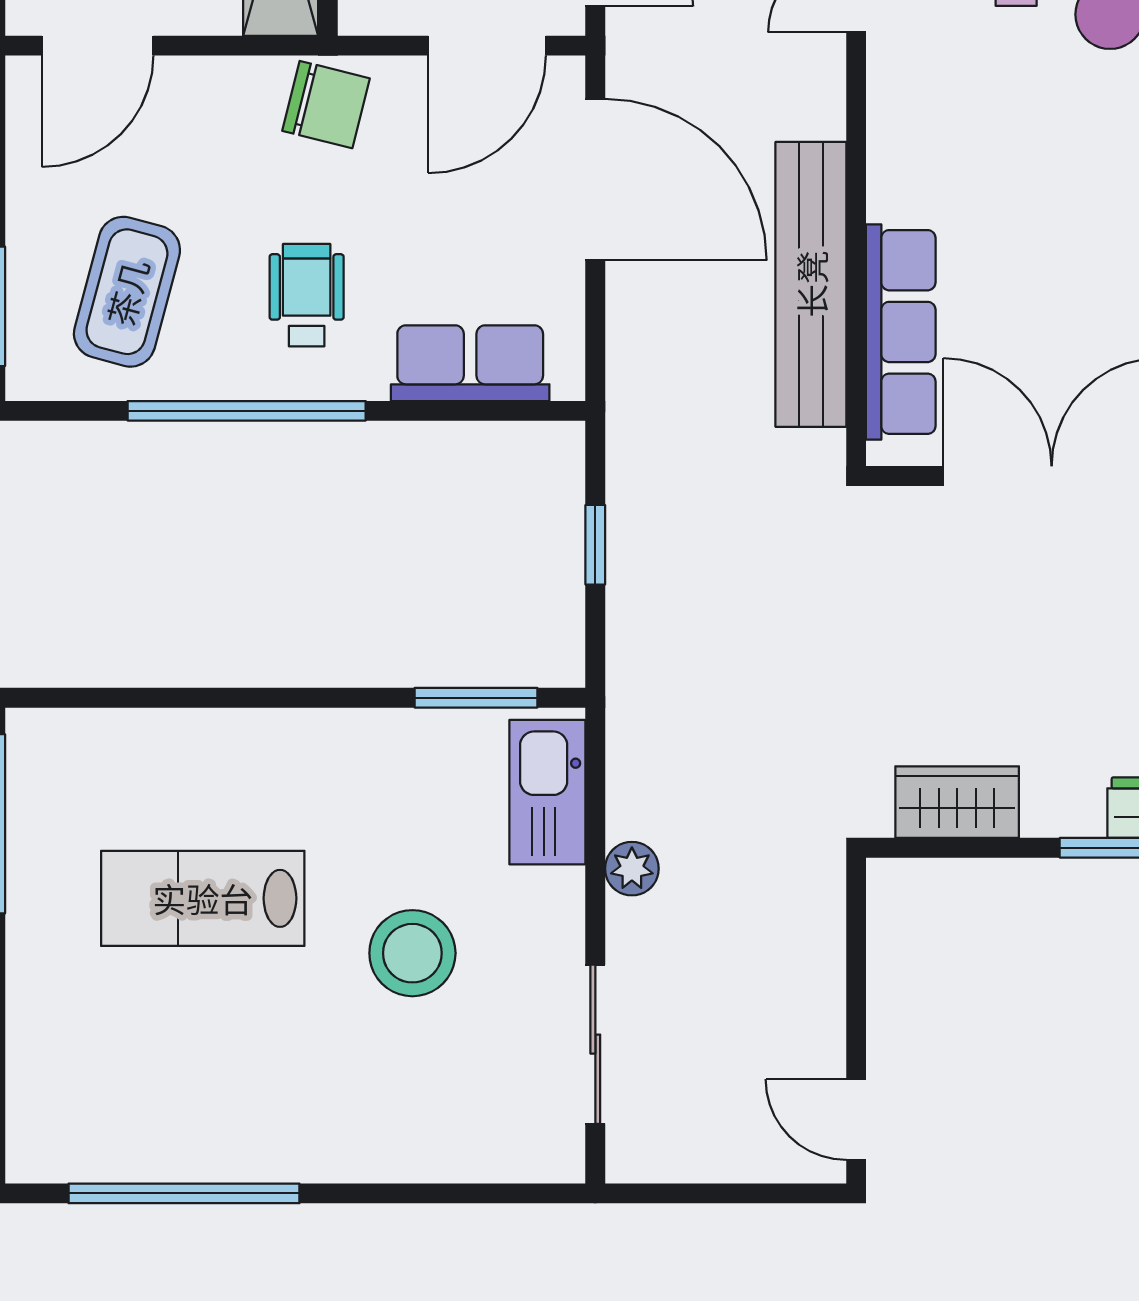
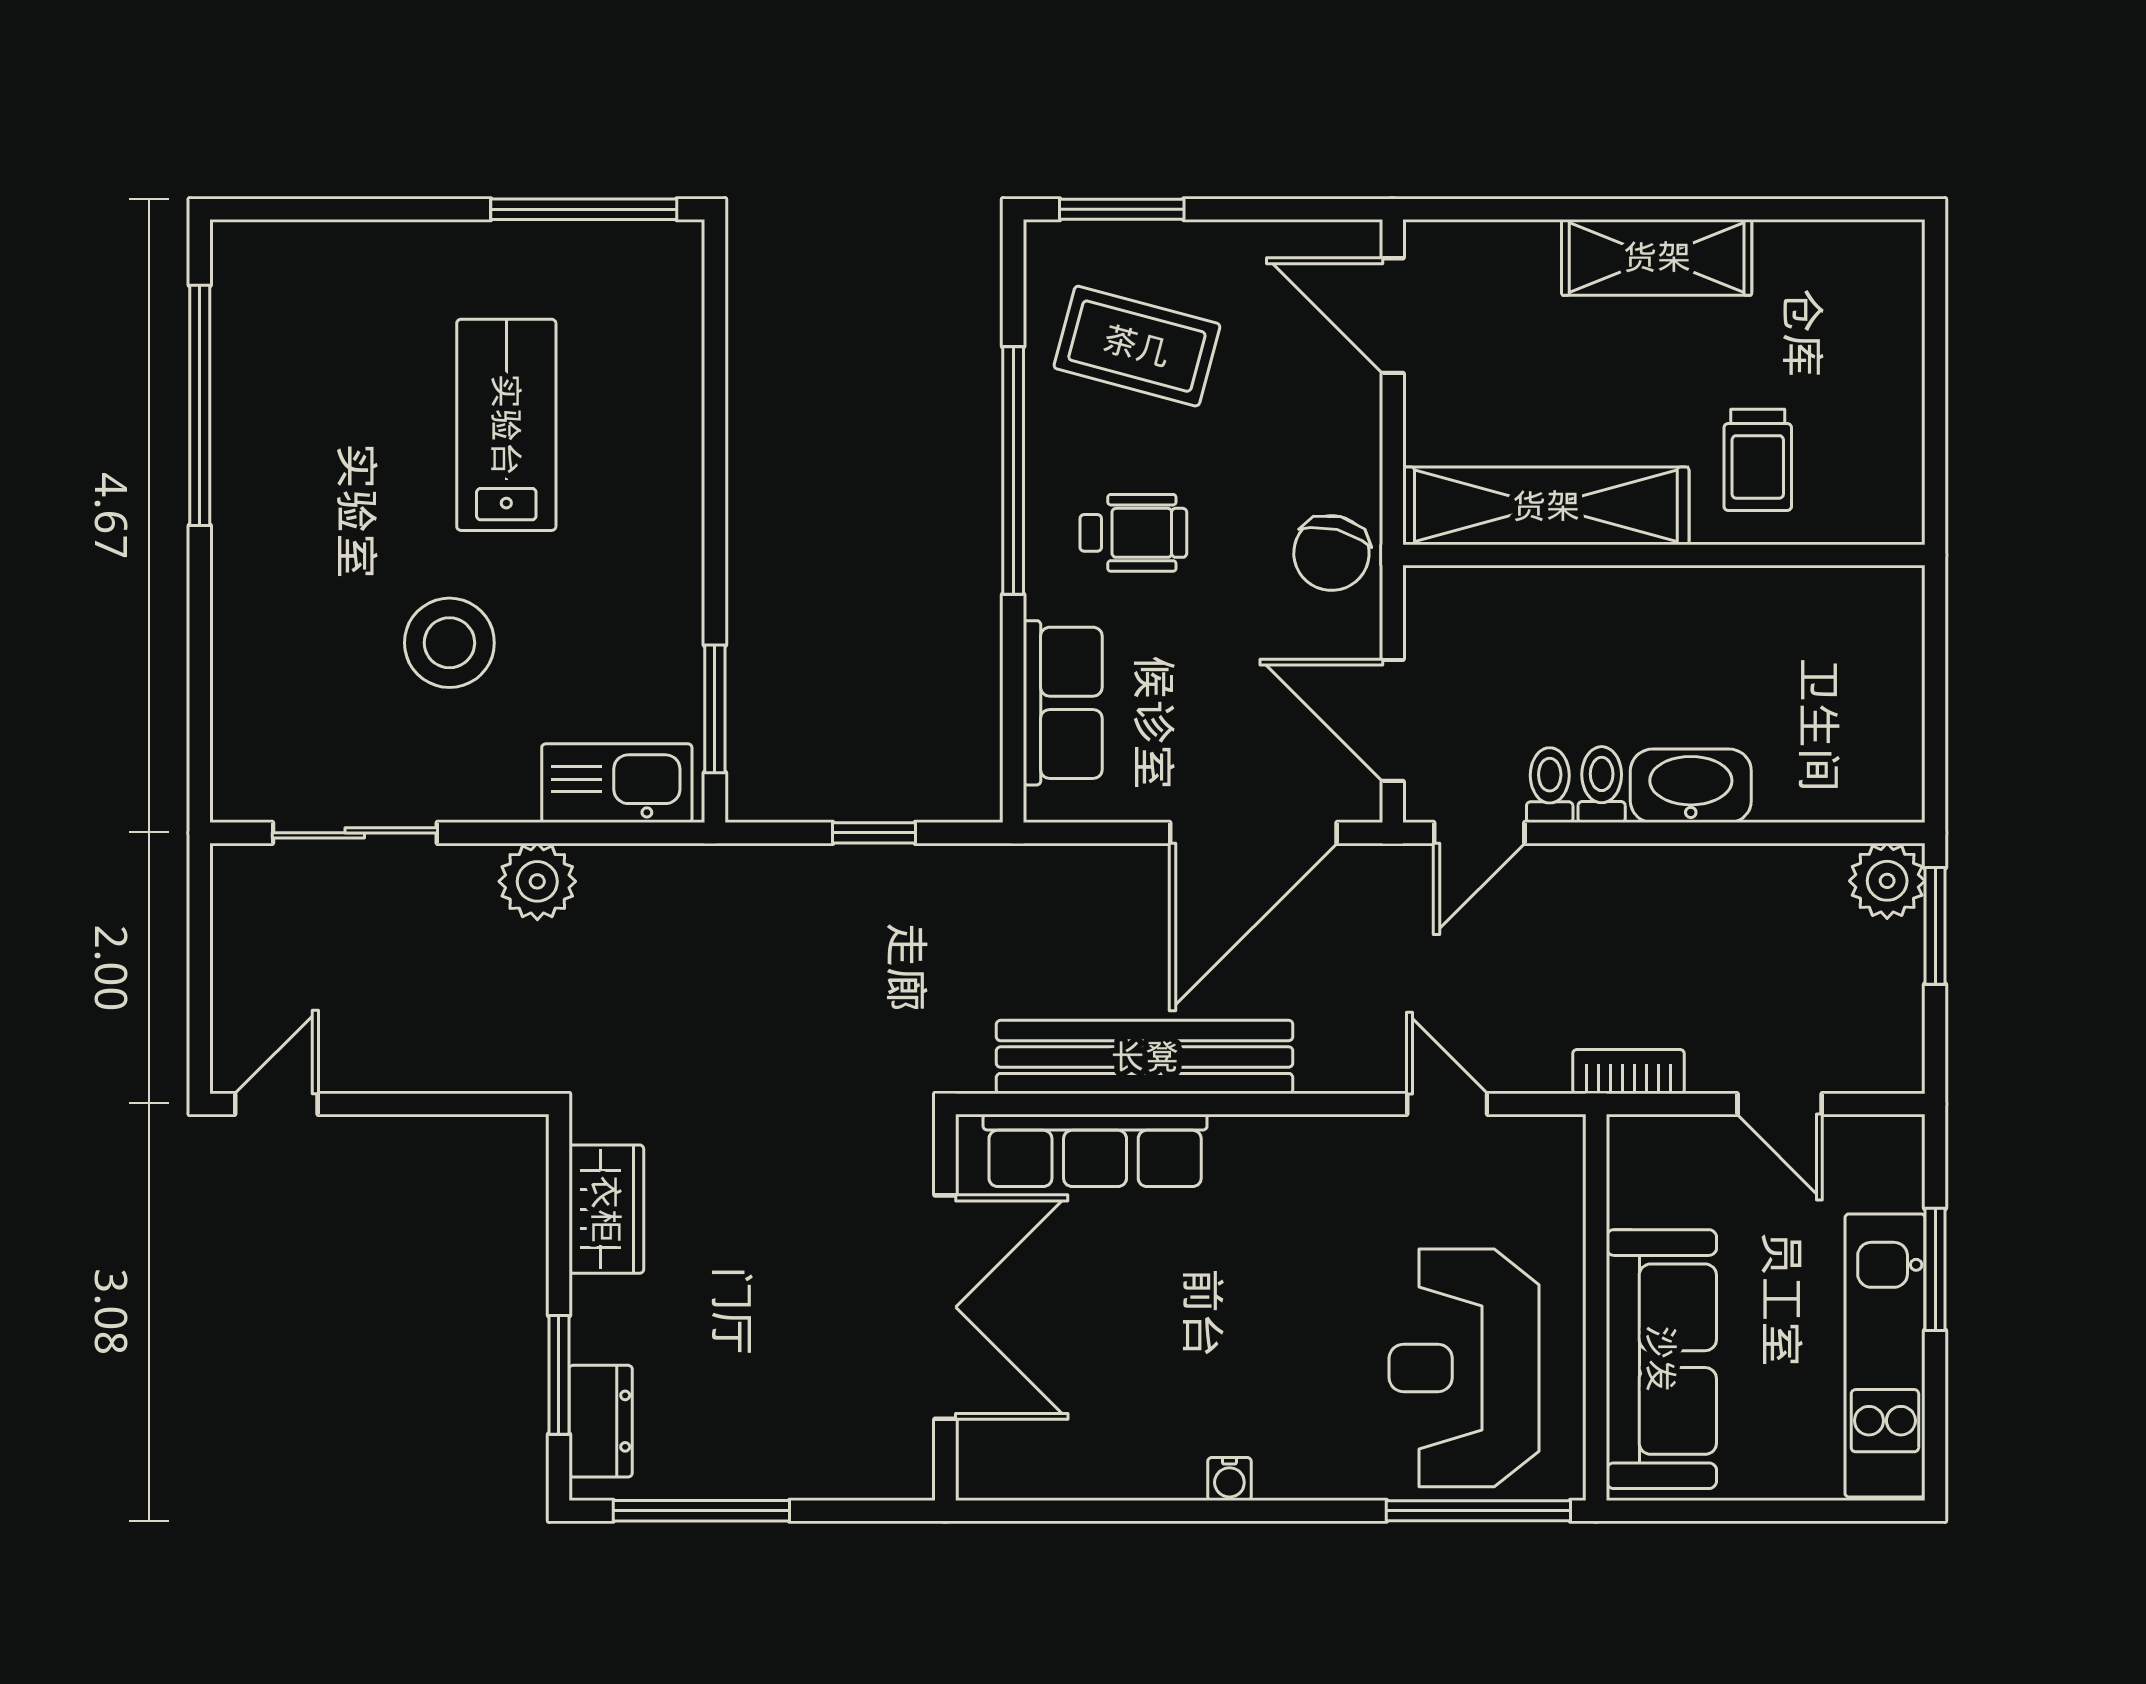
plant: (632, 869) -> (537, 881), width x1.38, depth x1.38

